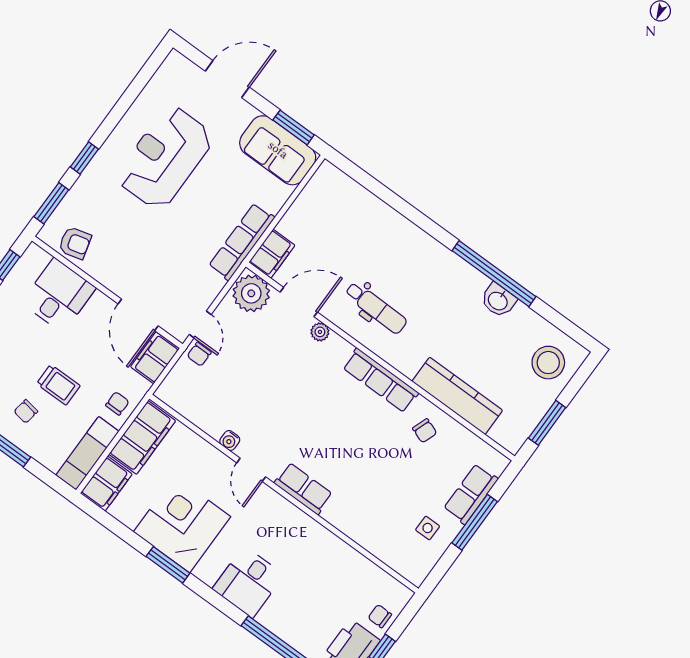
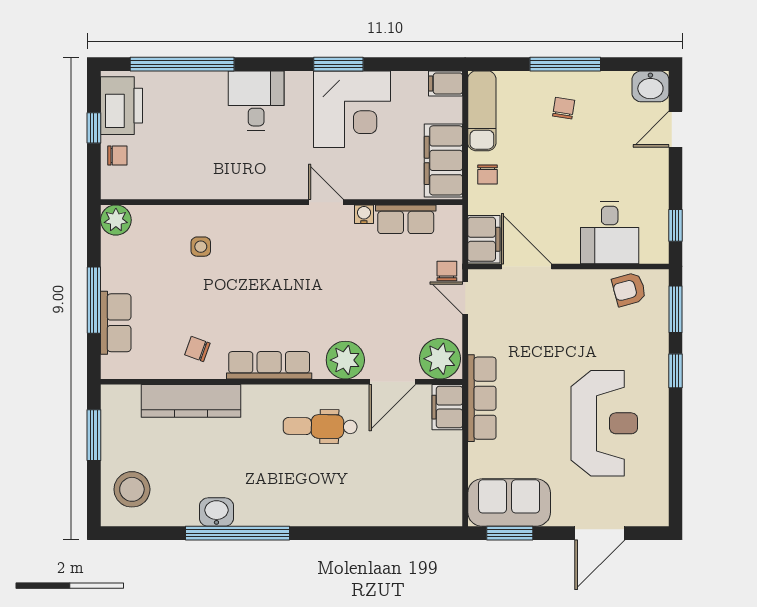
plant: (320, 332) -> (345, 360), width x1.87, depth x1.87
trolley: (58, 385) -> (552, 153), removed
filing cabinet: (106, 484) -> (446, 84), width x0.50
row of seats: (303, 489) -> (406, 219), moved
side table: (428, 528) -> (201, 247), moved
plant: (415, 569) -> (116, 220), added

